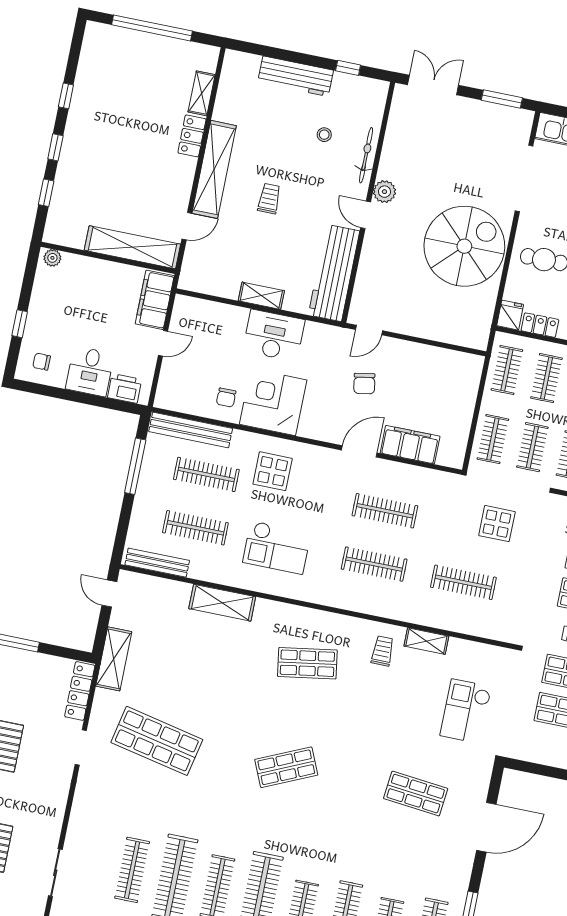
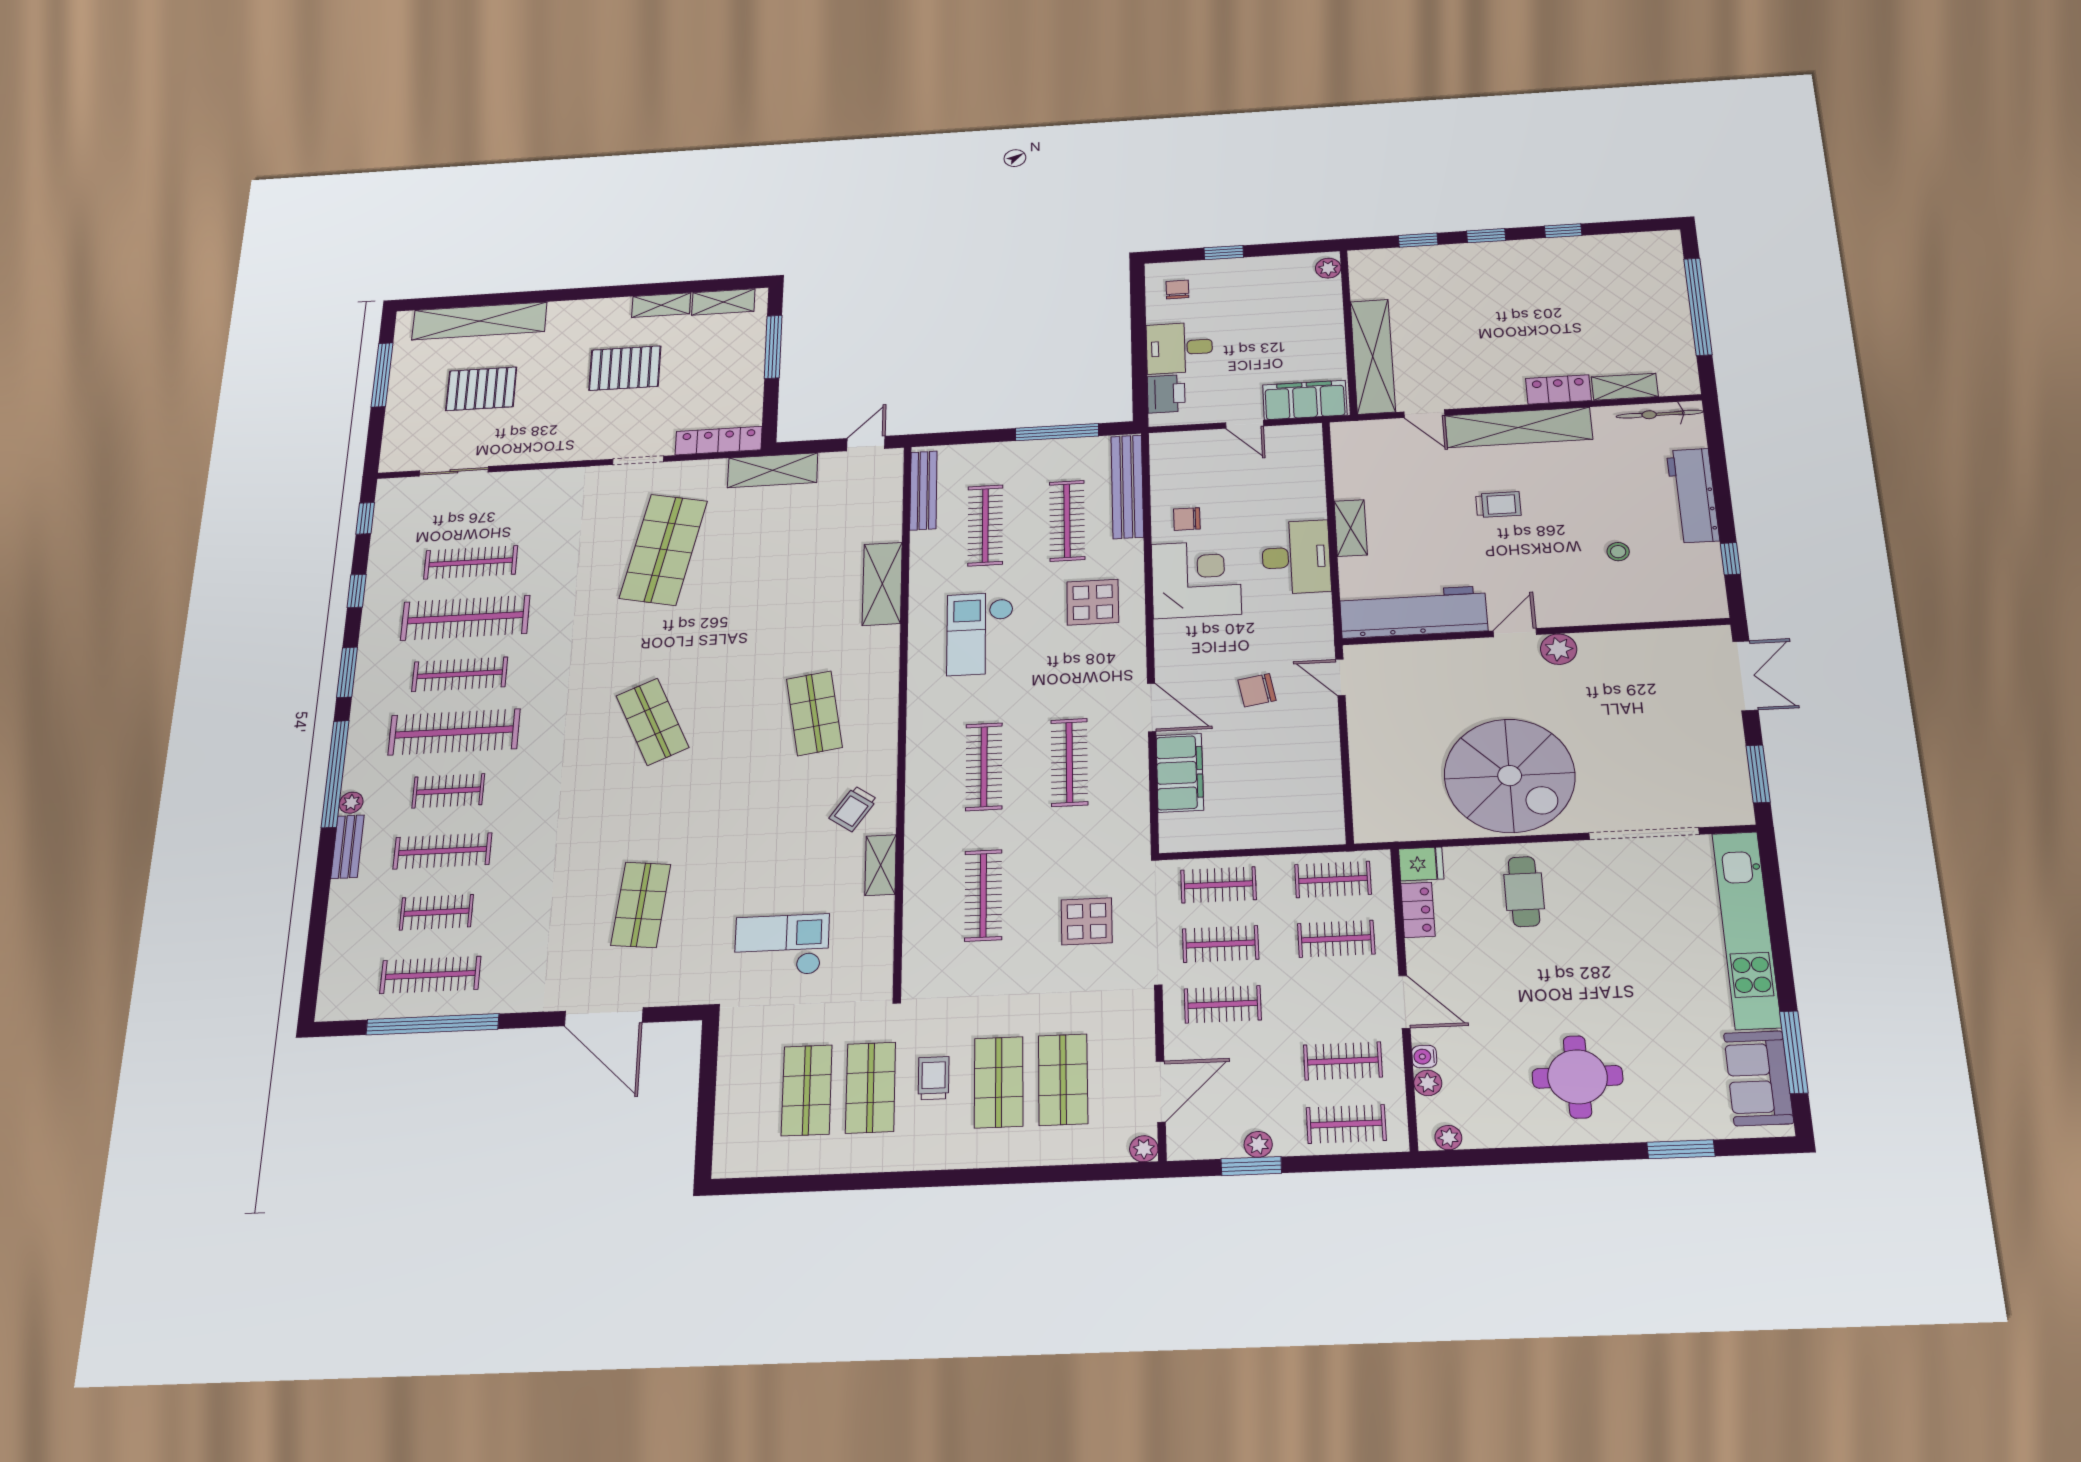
bicycle: (366, 155) -> (1660, 414), moved, turned 180
trolley: (383, 651) -> (853, 809), turned 125

